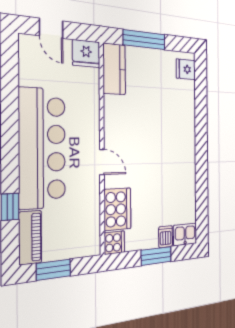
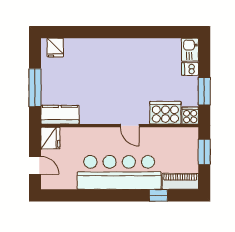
door: (51, 28) -> (35, 165), hinge flipped
door: (102, 162) -> (130, 126), swing flipped
window: (156, 256) -> (204, 91), moved
window: (53, 270) -> (204, 152), moved

